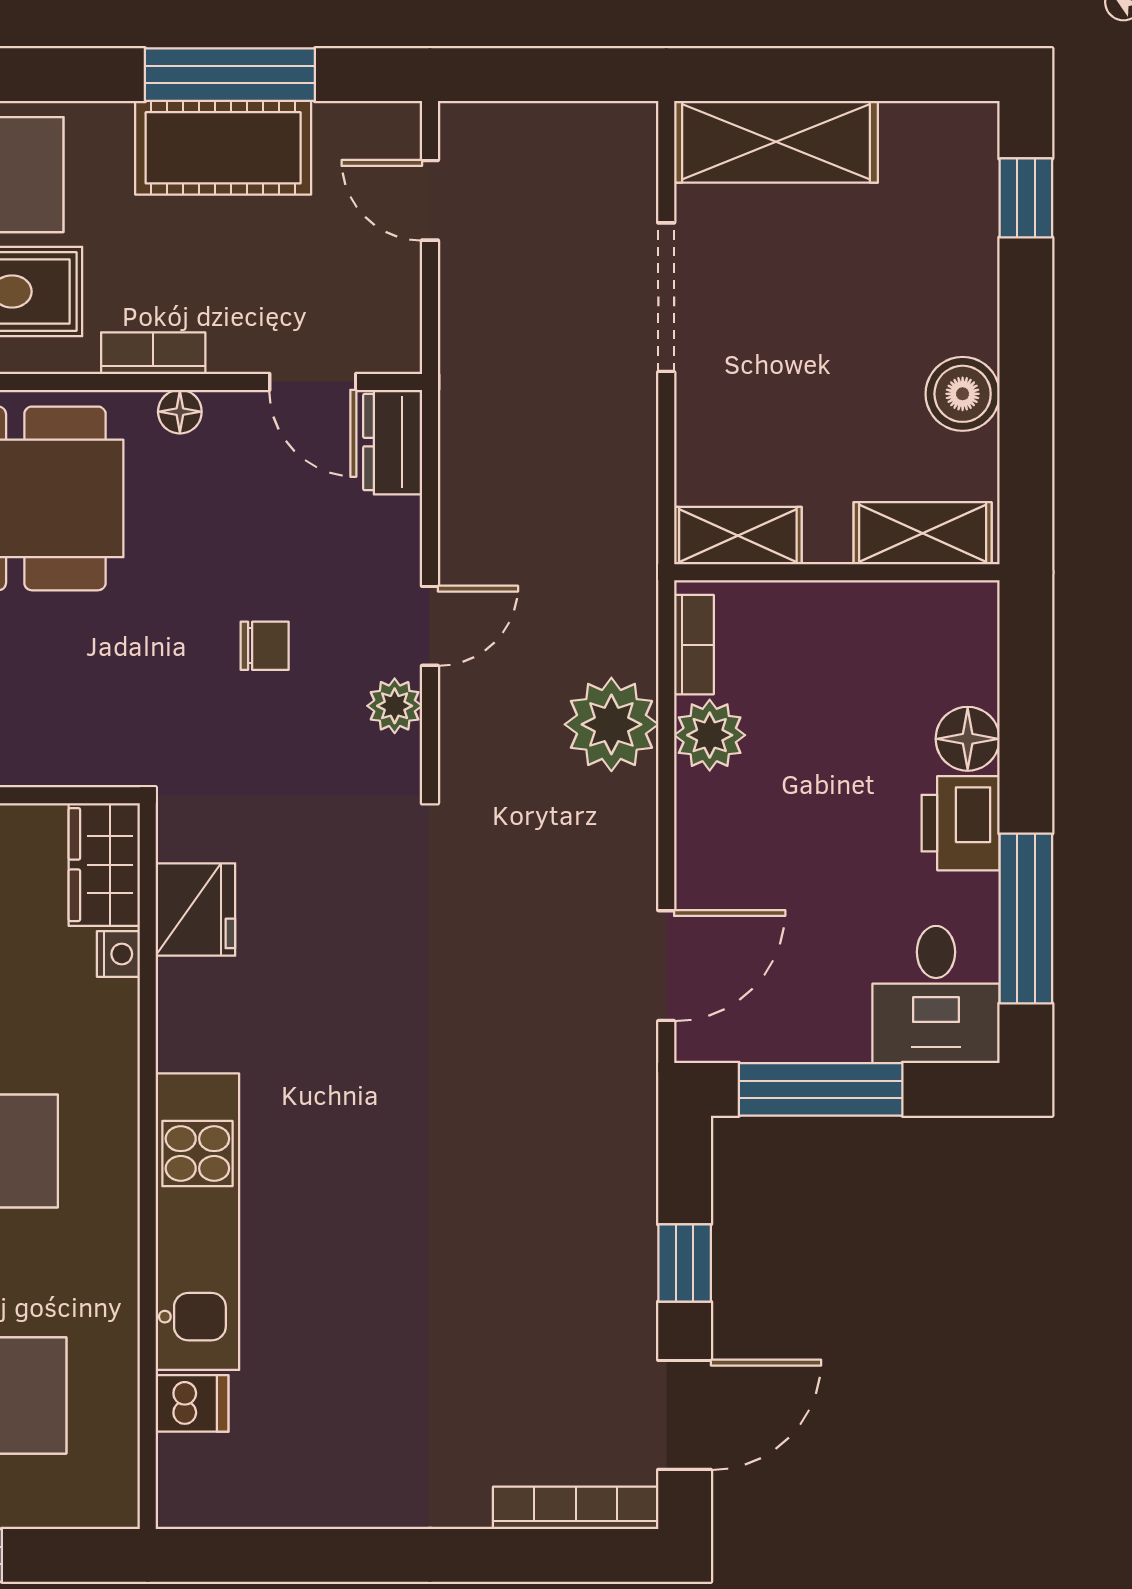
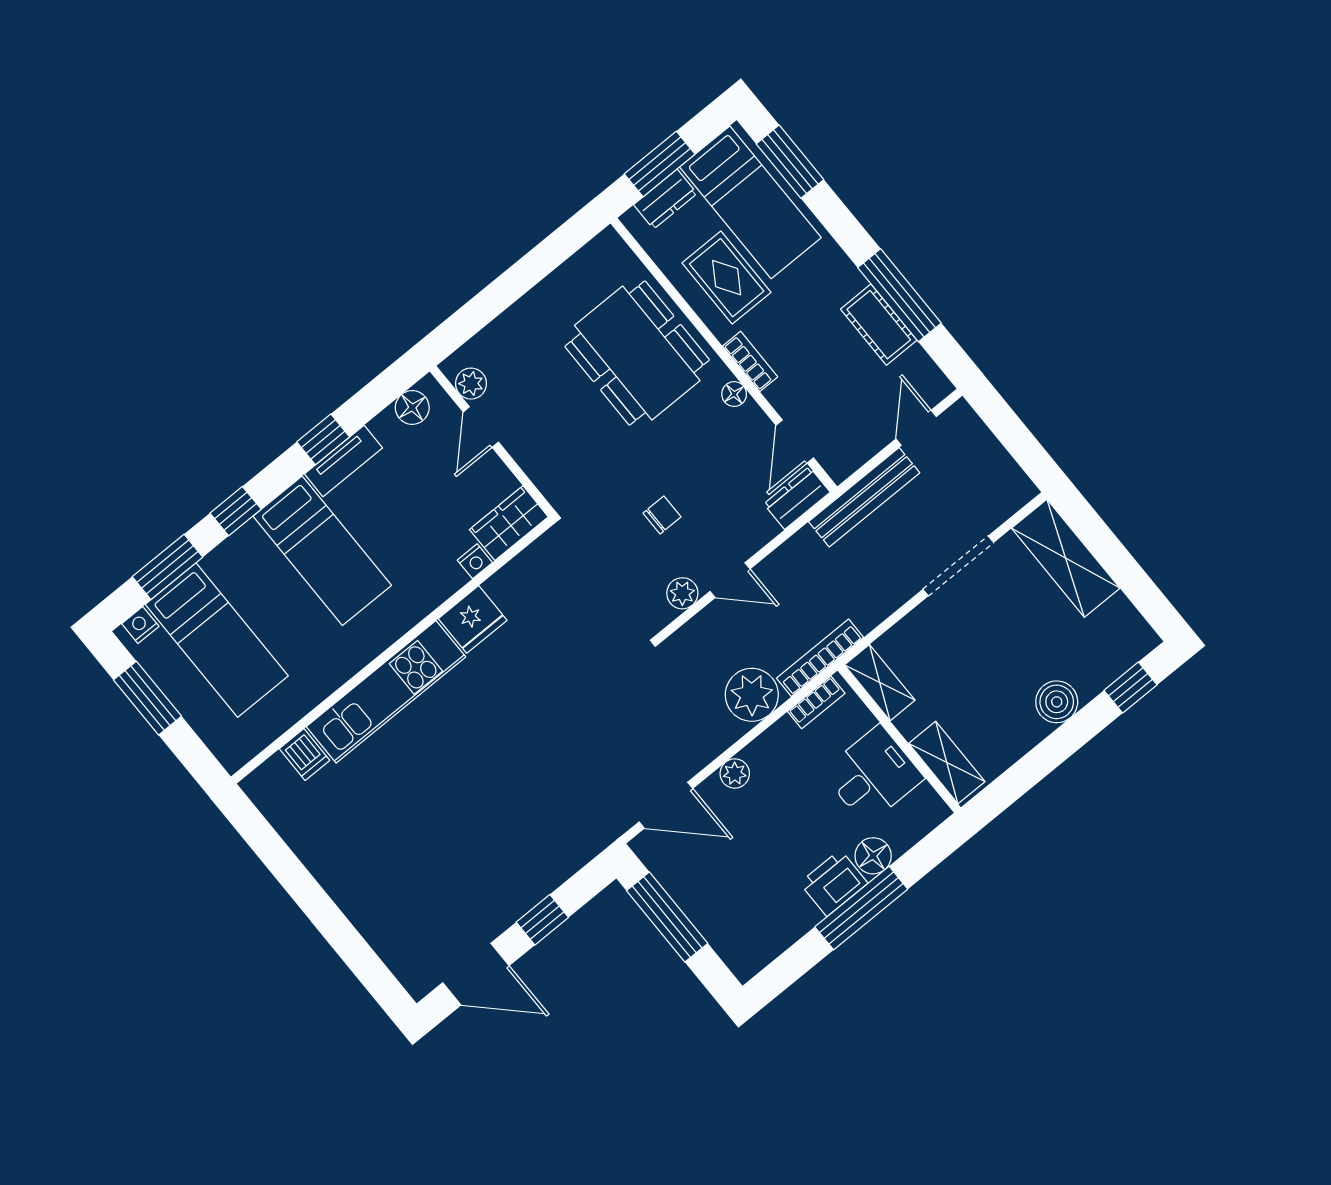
cot: (223, 148) -> (879, 325), width x0.73, depth x0.75
bench: (467, 349) -> (864, 497), added
boiler: (963, 394) -> (1057, 702), moved
chair: (265, 646) -> (662, 515), turned -90
plant: (710, 735) -> (735, 774), moved, width x0.73, depth x0.73
fridge: (195, 909) -> (473, 619), moved
window: (1026, 919) -> (861, 908), moved
desk: (936, 995) -> (873, 775), moved, turned 180
bookcase: (576, 1508) -> (820, 658), moved, turned -90

